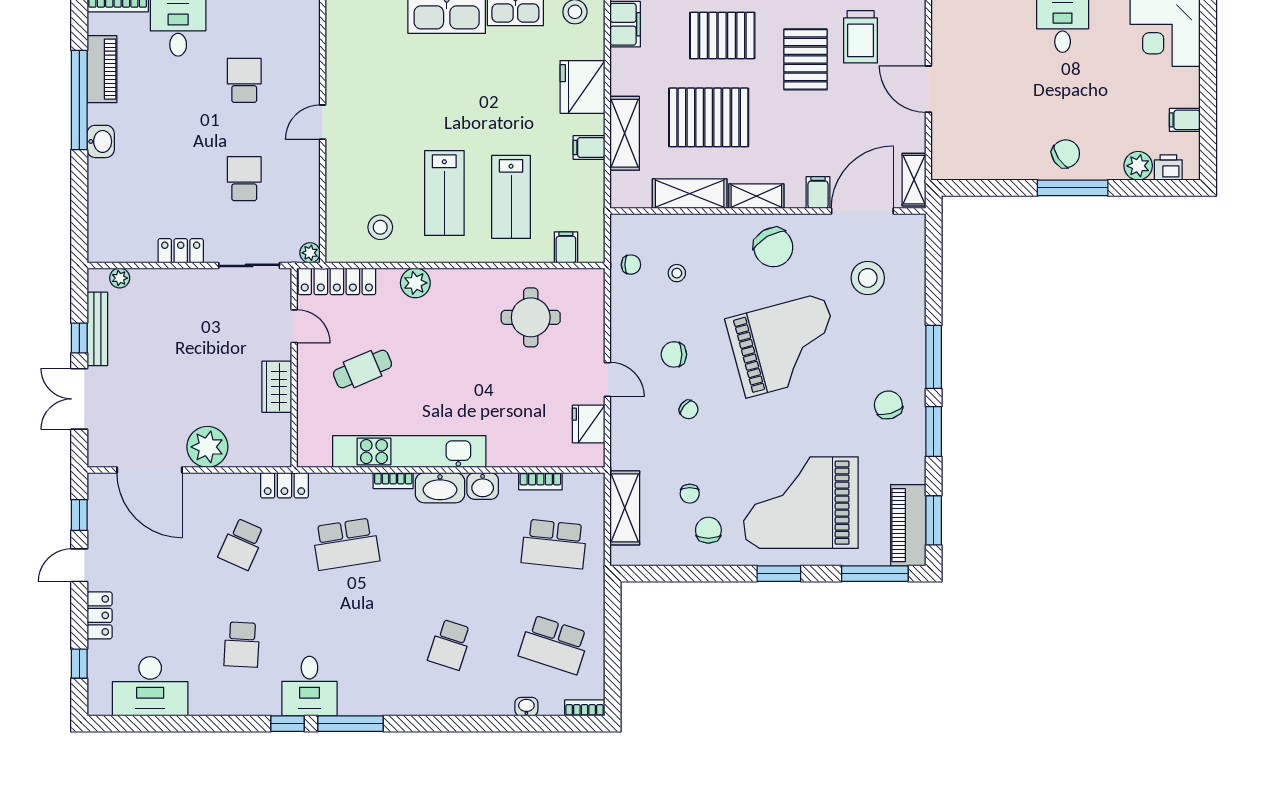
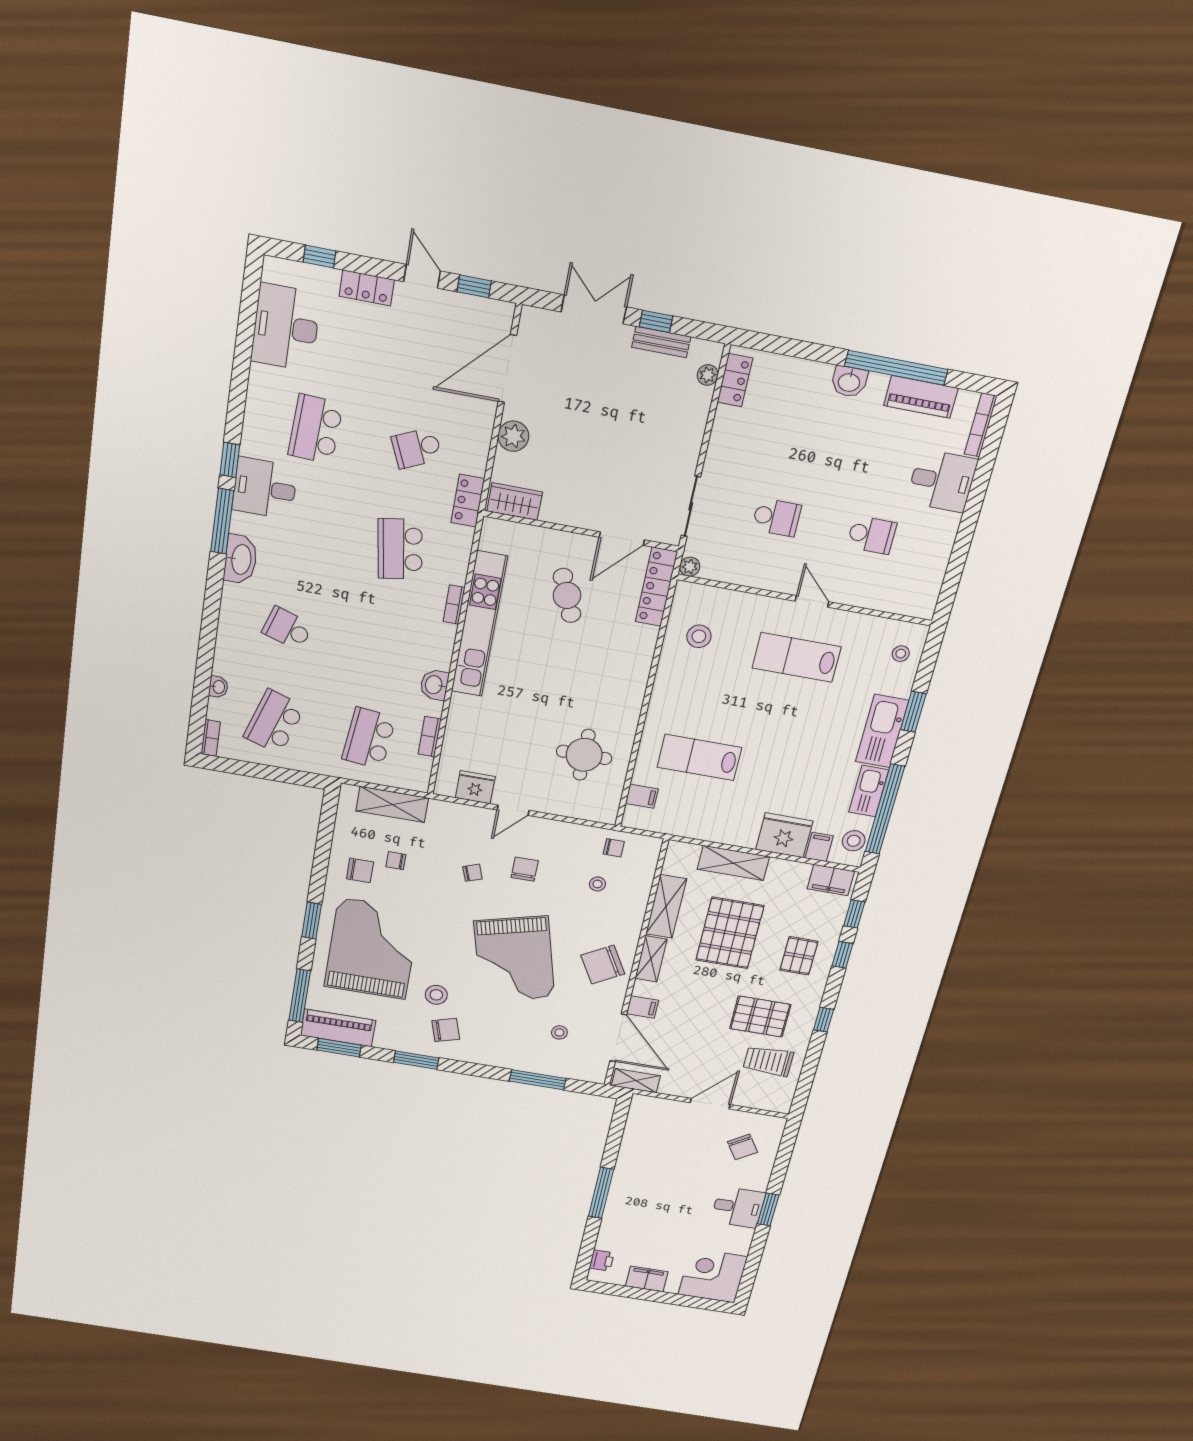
stool: (360, 18) -> (901, 654), added
pallet: (722, 36) -> (799, 956), width x0.67, depth x0.71
filing cabinet: (1185, 120) -> (647, 1279), width x2.00
filing cabinet: (589, 147) -> (819, 847), moved
chair: (1066, 154) -> (742, 1147), moved
plant: (1138, 166) -> (608, 1240), removed
lab bench: (444, 193) -> (797, 657), moved
locker: (181, 251) -> (735, 380), moved
chair: (631, 265) -> (614, 848), turned -90
stool: (868, 278) -> (559, 1032), width x0.53, depth x0.53
plant: (415, 283) -> (639, 659), removed
door: (294, 326) -> (622, 539), width x1.38
bench: (97, 329) -> (661, 342), width x0.73
window: (934, 357) -> (538, 1080), moved
wardrobe: (277, 387) -> (515, 502), moved
chair: (689, 409) -> (472, 873), turned -150
stool: (846, 423) -> (436, 995), added
plant: (207, 447) -> (513, 436), width x0.73, depth x0.73
washbasin: (440, 488) -> (240, 559), moved, turned 180
school desk: (242, 544) -> (417, 448), turned -48
school desk: (242, 645) -> (316, 429), width x1.85

